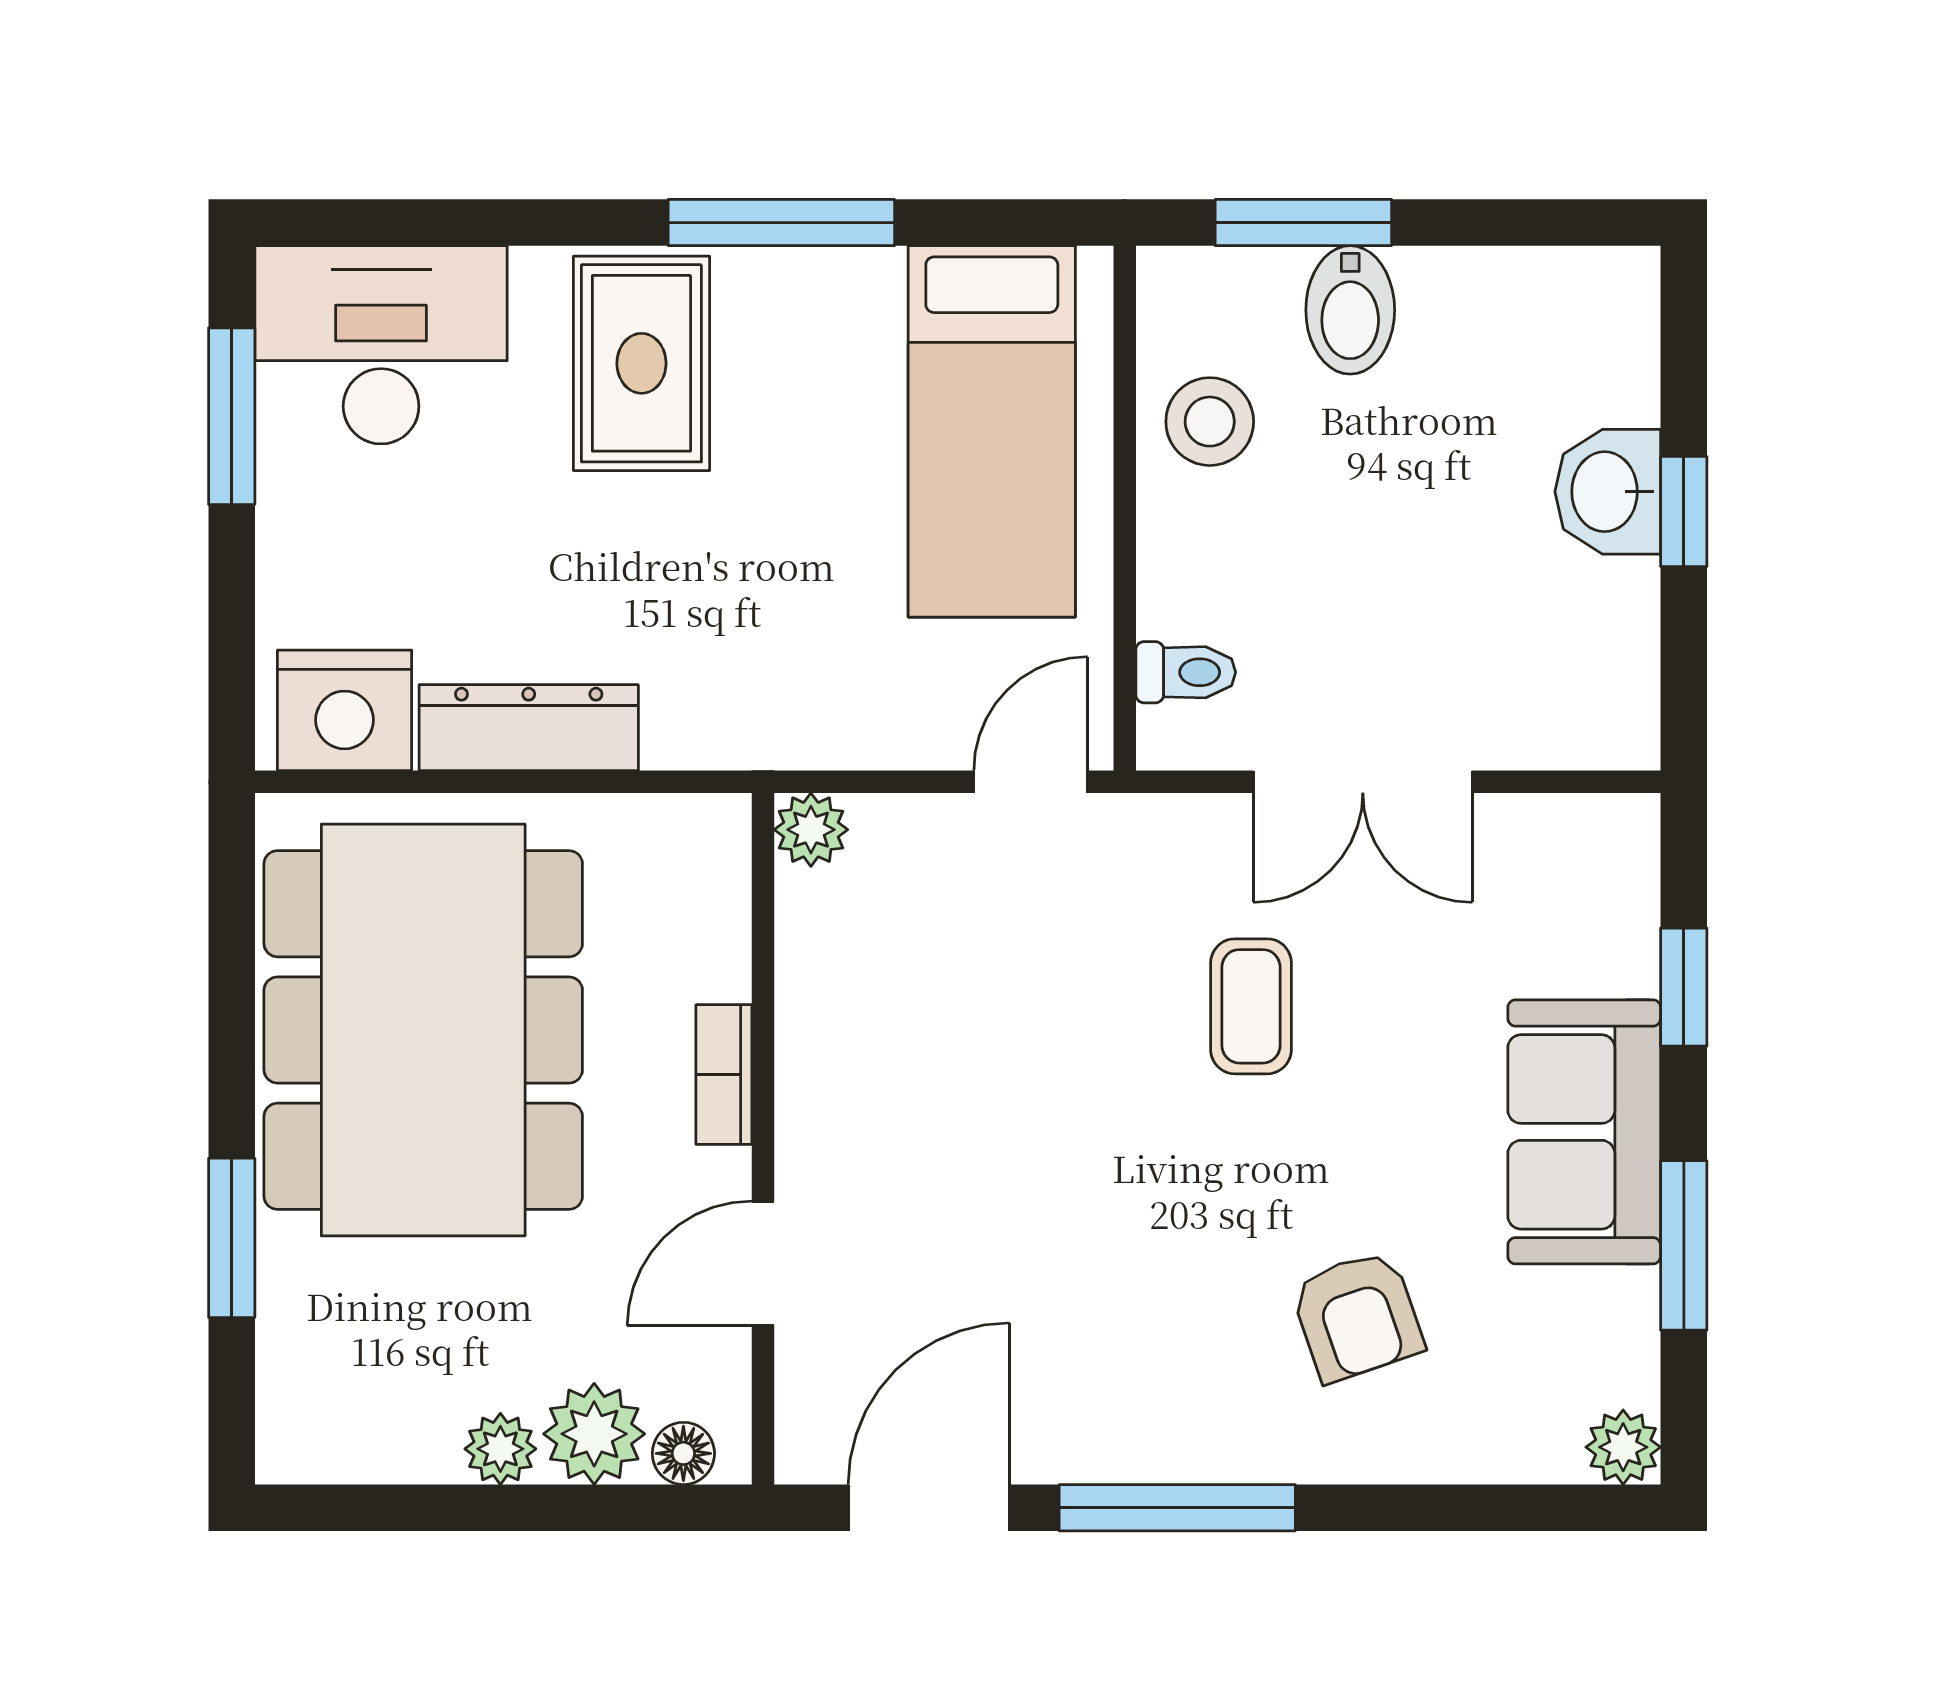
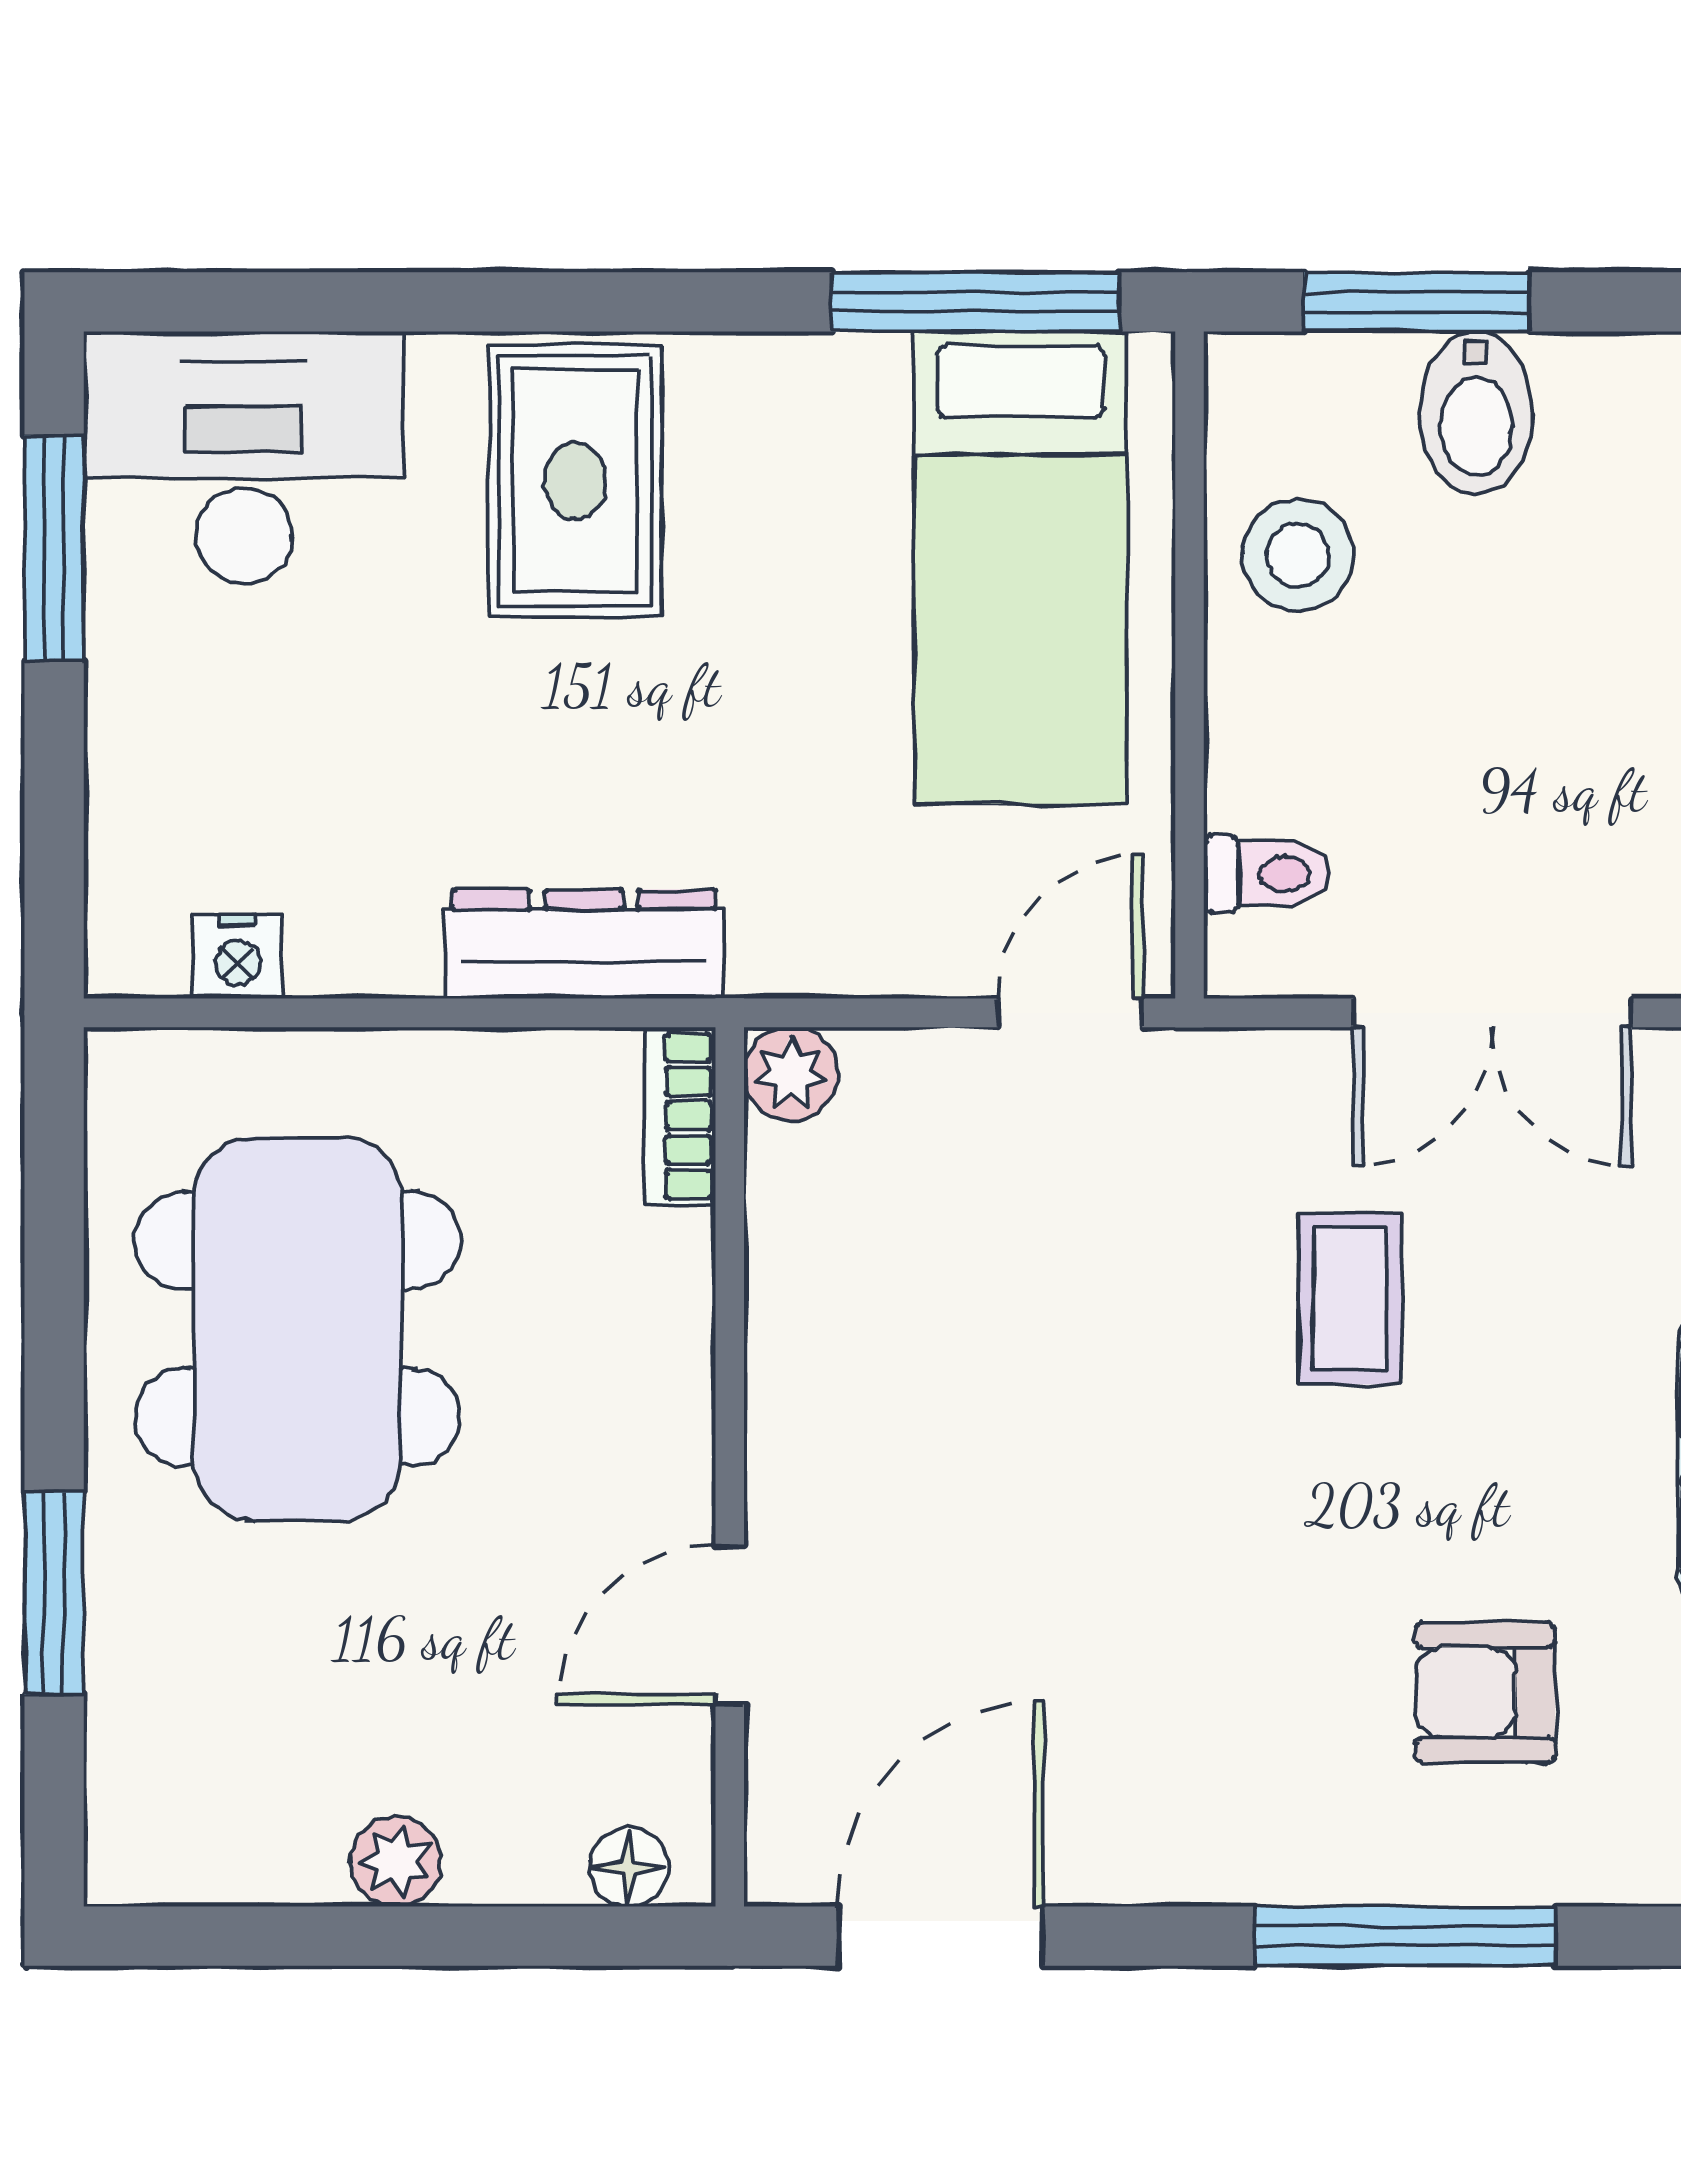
window: (781, 223) -> (975, 302), moved
nightstand: (345, 710) -> (238, 956), width x0.53, depth x0.56
dresser: (529, 728) -> (584, 944), moved
dining table: (423, 1030) -> (298, 1329), width x0.73, depth x0.80
bookcase: (724, 1075) -> (680, 1116), moved
armchair: (1357, 1316) -> (1485, 1692), turned 109
plant: (594, 1434) -> (515, 1842), removed
window: (1177, 1508) -> (1406, 1936), moved

